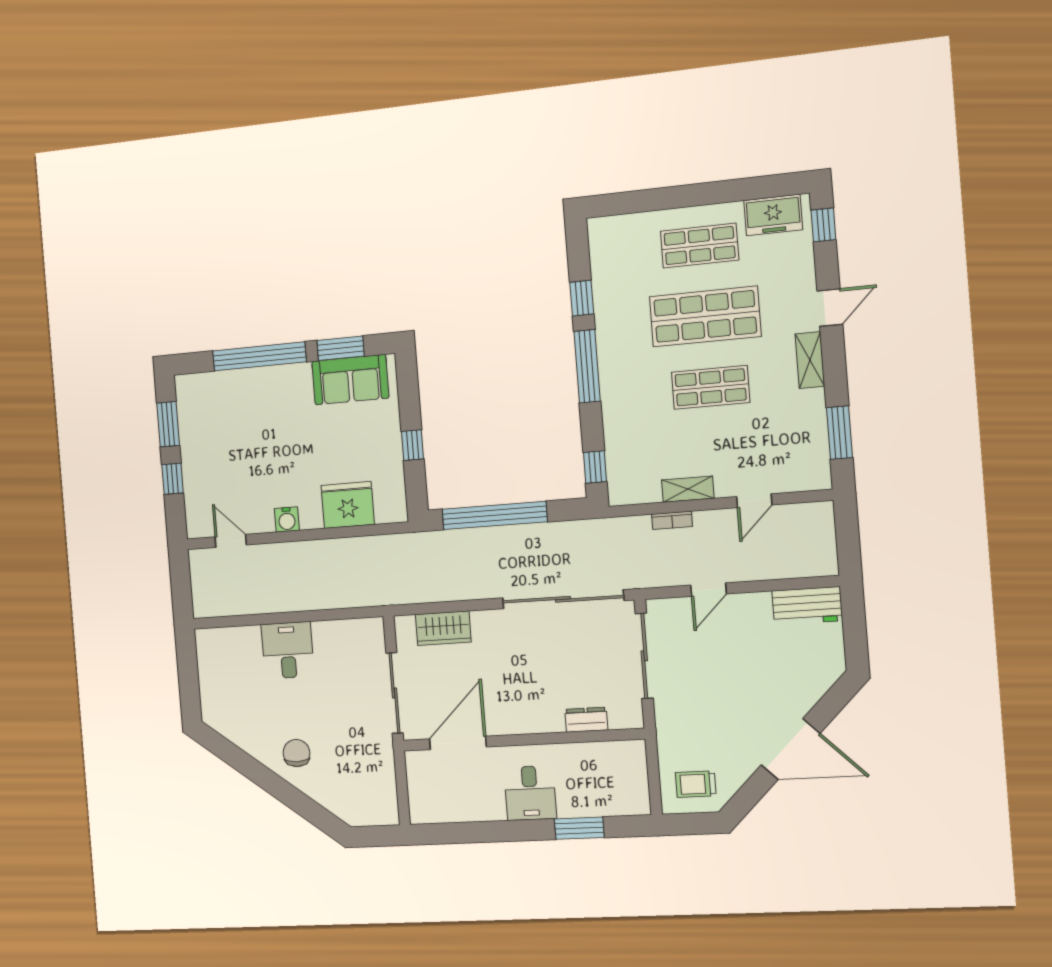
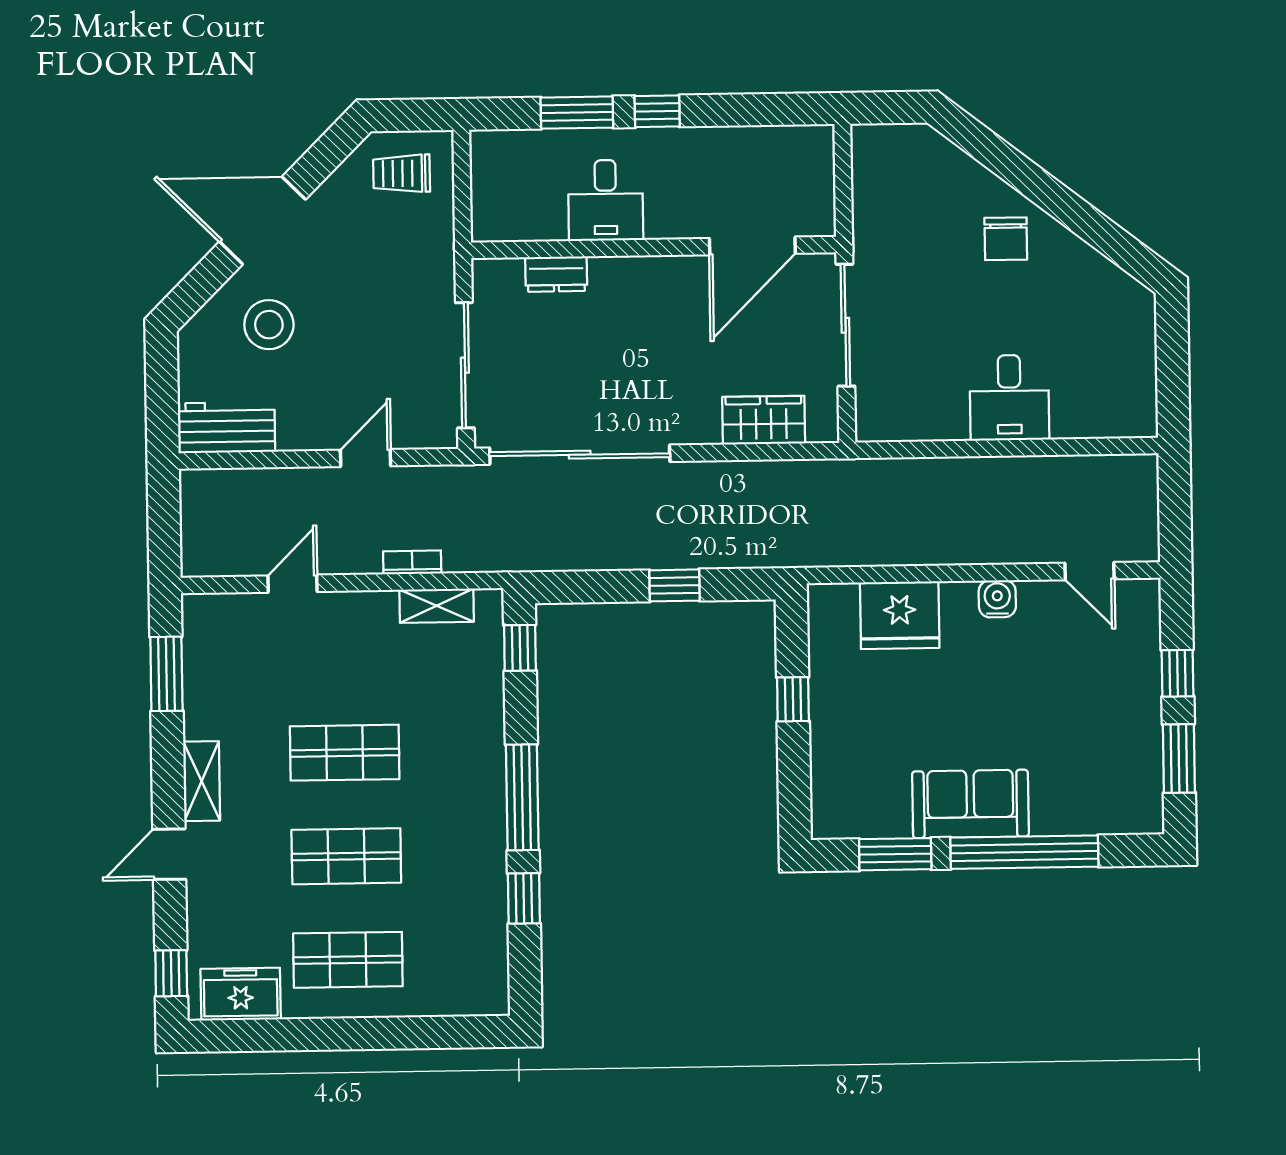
shop shelf: (705, 316) -> (346, 856), width x0.70, depth x0.74
sofa: (350, 380) -> (970, 804), moved
shelving: (688, 489) -> (437, 606), moved
window: (495, 515) -> (675, 585), width x0.32
stool: (782, 678) -> (269, 325), added
trolley: (696, 784) -> (402, 173), turned 180
desk: (530, 793) -> (606, 200), moved, turned 180
window: (526, 830) -> (657, 111), added

